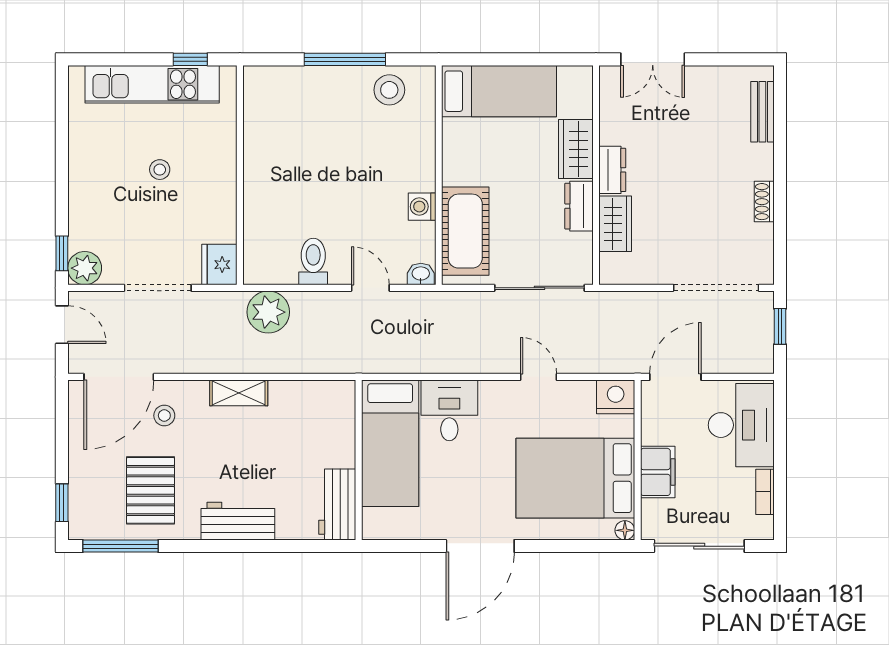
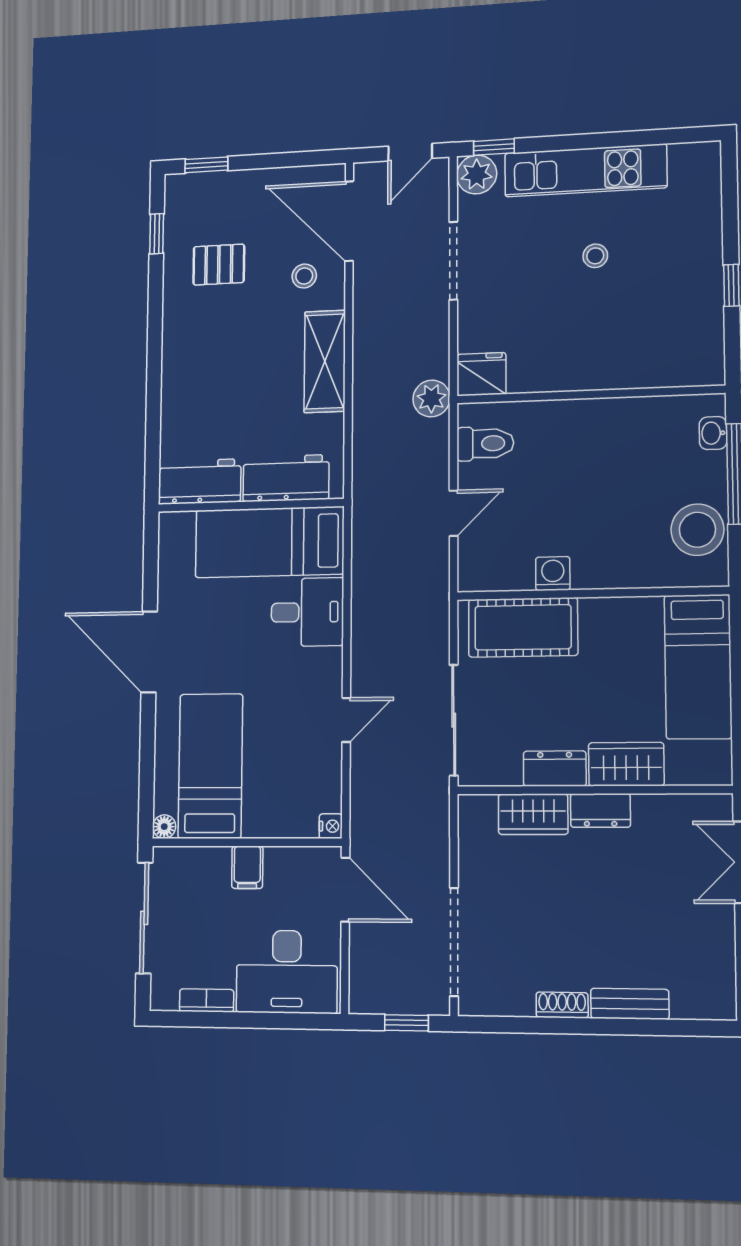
kitchen unit: (152, 84) -> (585, 170), moved, turned -90
stool: (389, 90) -> (697, 530), width x1.38, depth x1.38
bench: (762, 112) -> (630, 1004), moved
wall: (240, 175) -> (590, 394), moved
fridge: (219, 265) -> (481, 374), moved
washbasin: (421, 274) -> (713, 433), moved, turned 180
plant: (268, 312) -> (431, 398), width x0.73, depth x0.73
shelving: (239, 393) -> (325, 361), width x1.50, depth x1.33
nightstand: (616, 397) -> (331, 826), width x0.53, depth x0.56
filing cabinet: (658, 472) -> (247, 867), width x0.50
bed: (575, 478) -> (210, 766), width x0.67
pallet: (151, 490) -> (219, 265), width x0.67, depth x0.71
workbench: (238, 521) -> (286, 478), moved, turned -90
window: (120, 546) -> (157, 234), width x0.46

